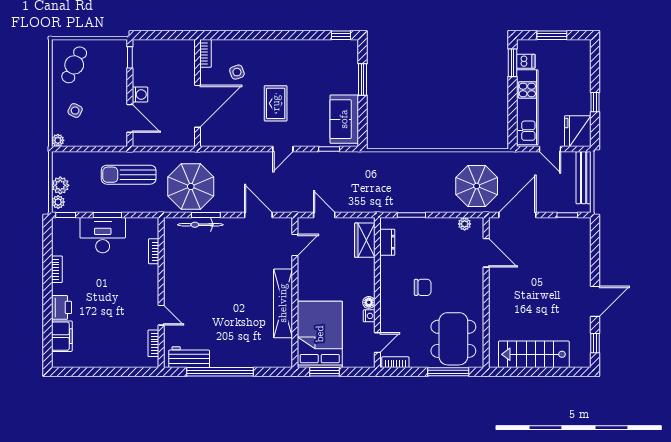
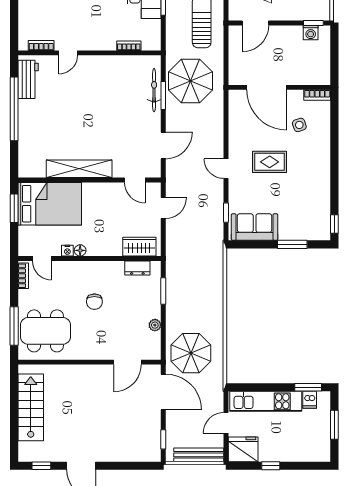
washing machine: (140, 94) -> (311, 33), moved
plant: (465, 224) -> (155, 325), moved

